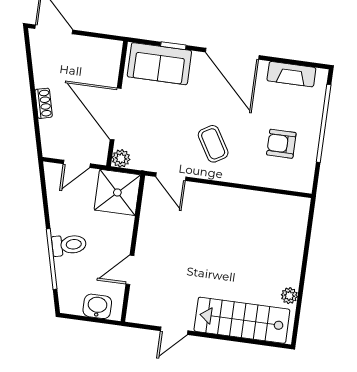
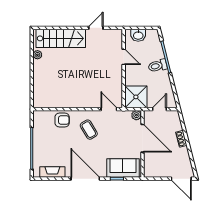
armchair: (281, 144) -> (62, 120), moved
door: (130, 270) -> (124, 57), hinge flipped

